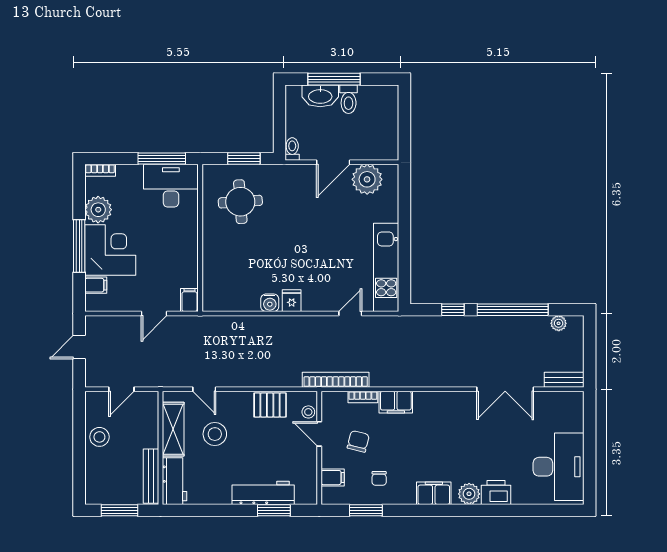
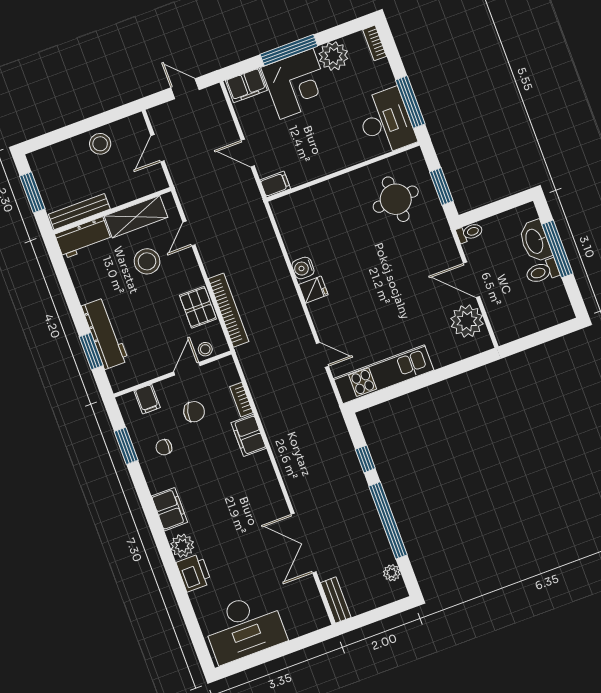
filing cabinet: (96, 285) -> (246, 85), width x2.00
bookcase: (336, 380) -> (228, 310), moved
door: (121, 389) -> (158, 148), hinge flipped

